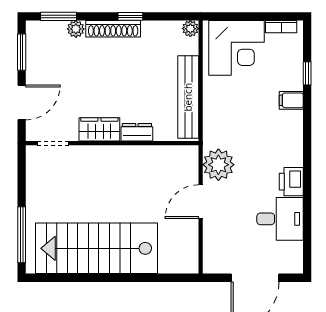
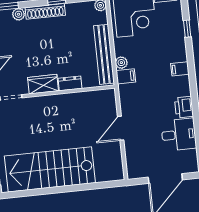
filing cabinet: (291, 100) -> (180, 69), moved
filing cabinet: (215, 130) -> (126, 76), added
plant: (218, 165) -> (121, 63), moved, width x0.53, depth x0.53

